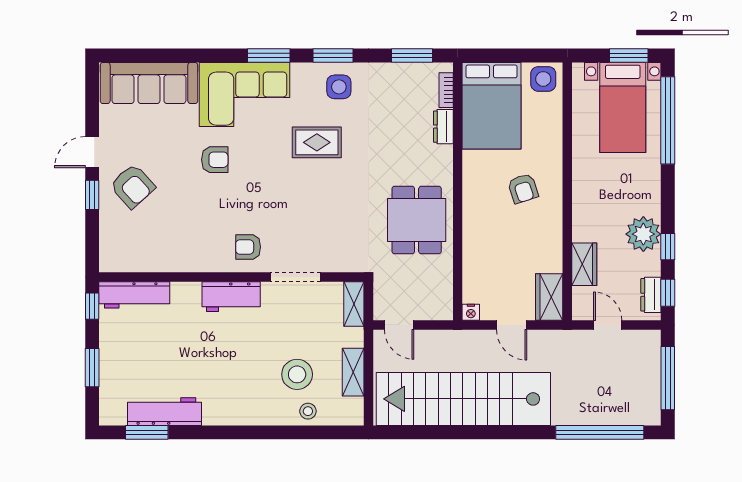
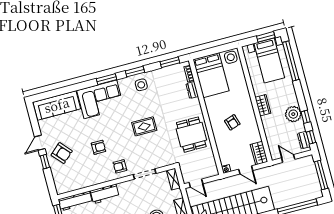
rug: (317, 142) -> (144, 126), moved
armchair: (215, 160) -> (99, 147), moved
armchair: (523, 188) -> (232, 122), moved
wardrobe: (584, 264) -> (263, 105), moved
workbench: (231, 297) -> (105, 194), moved

